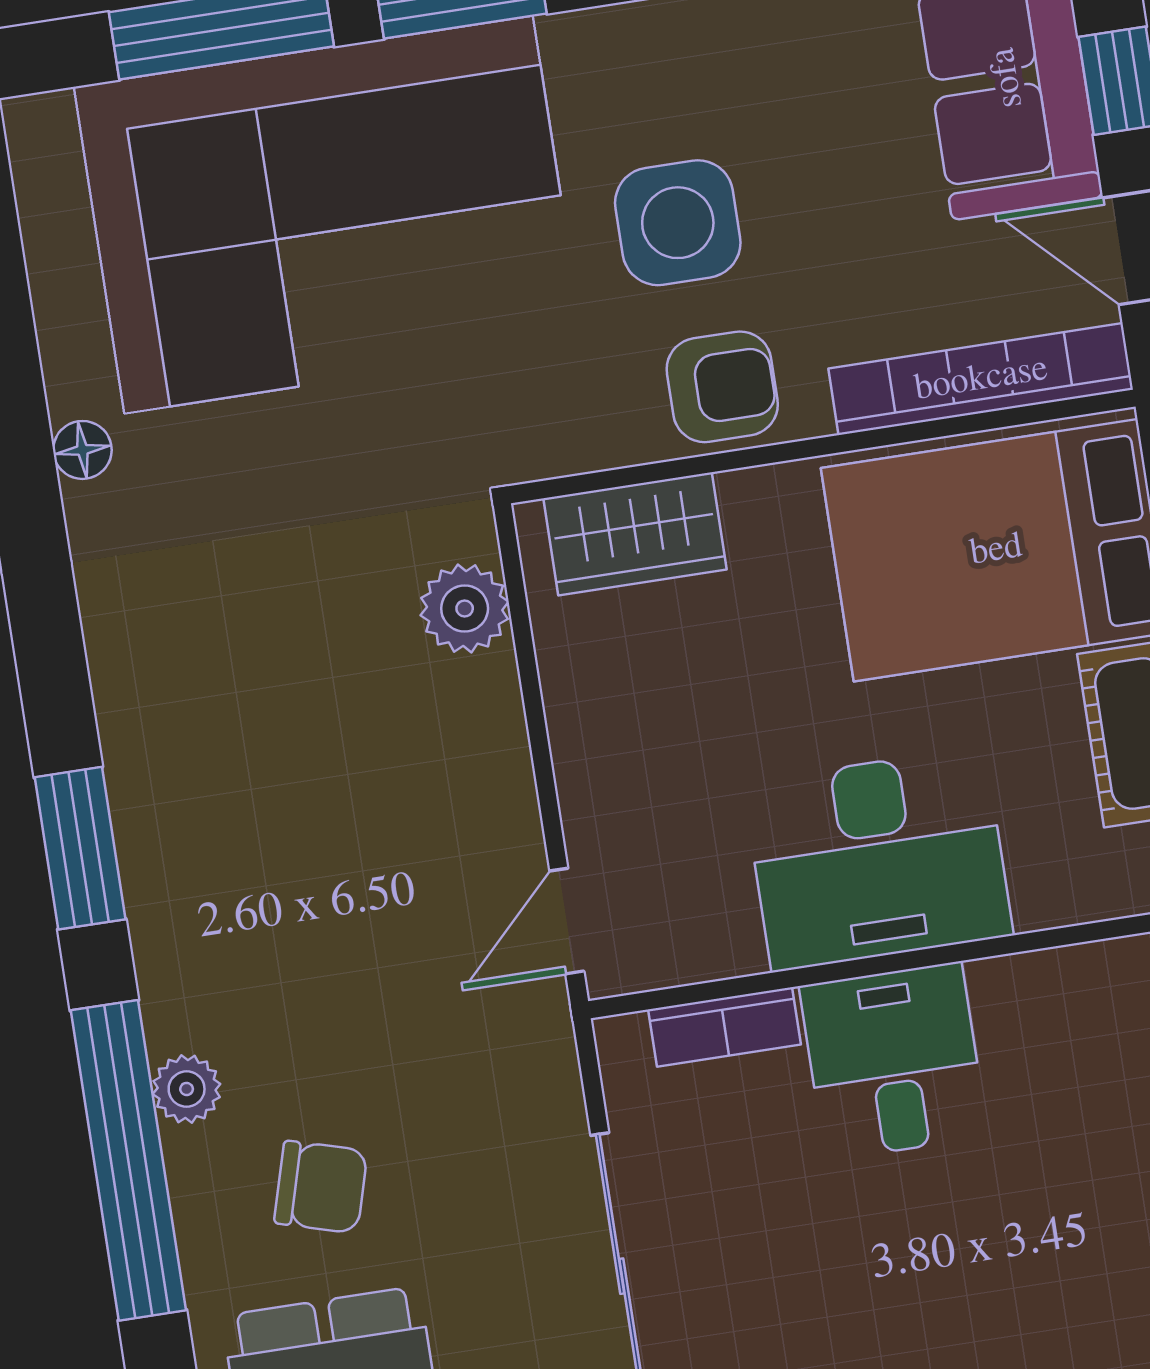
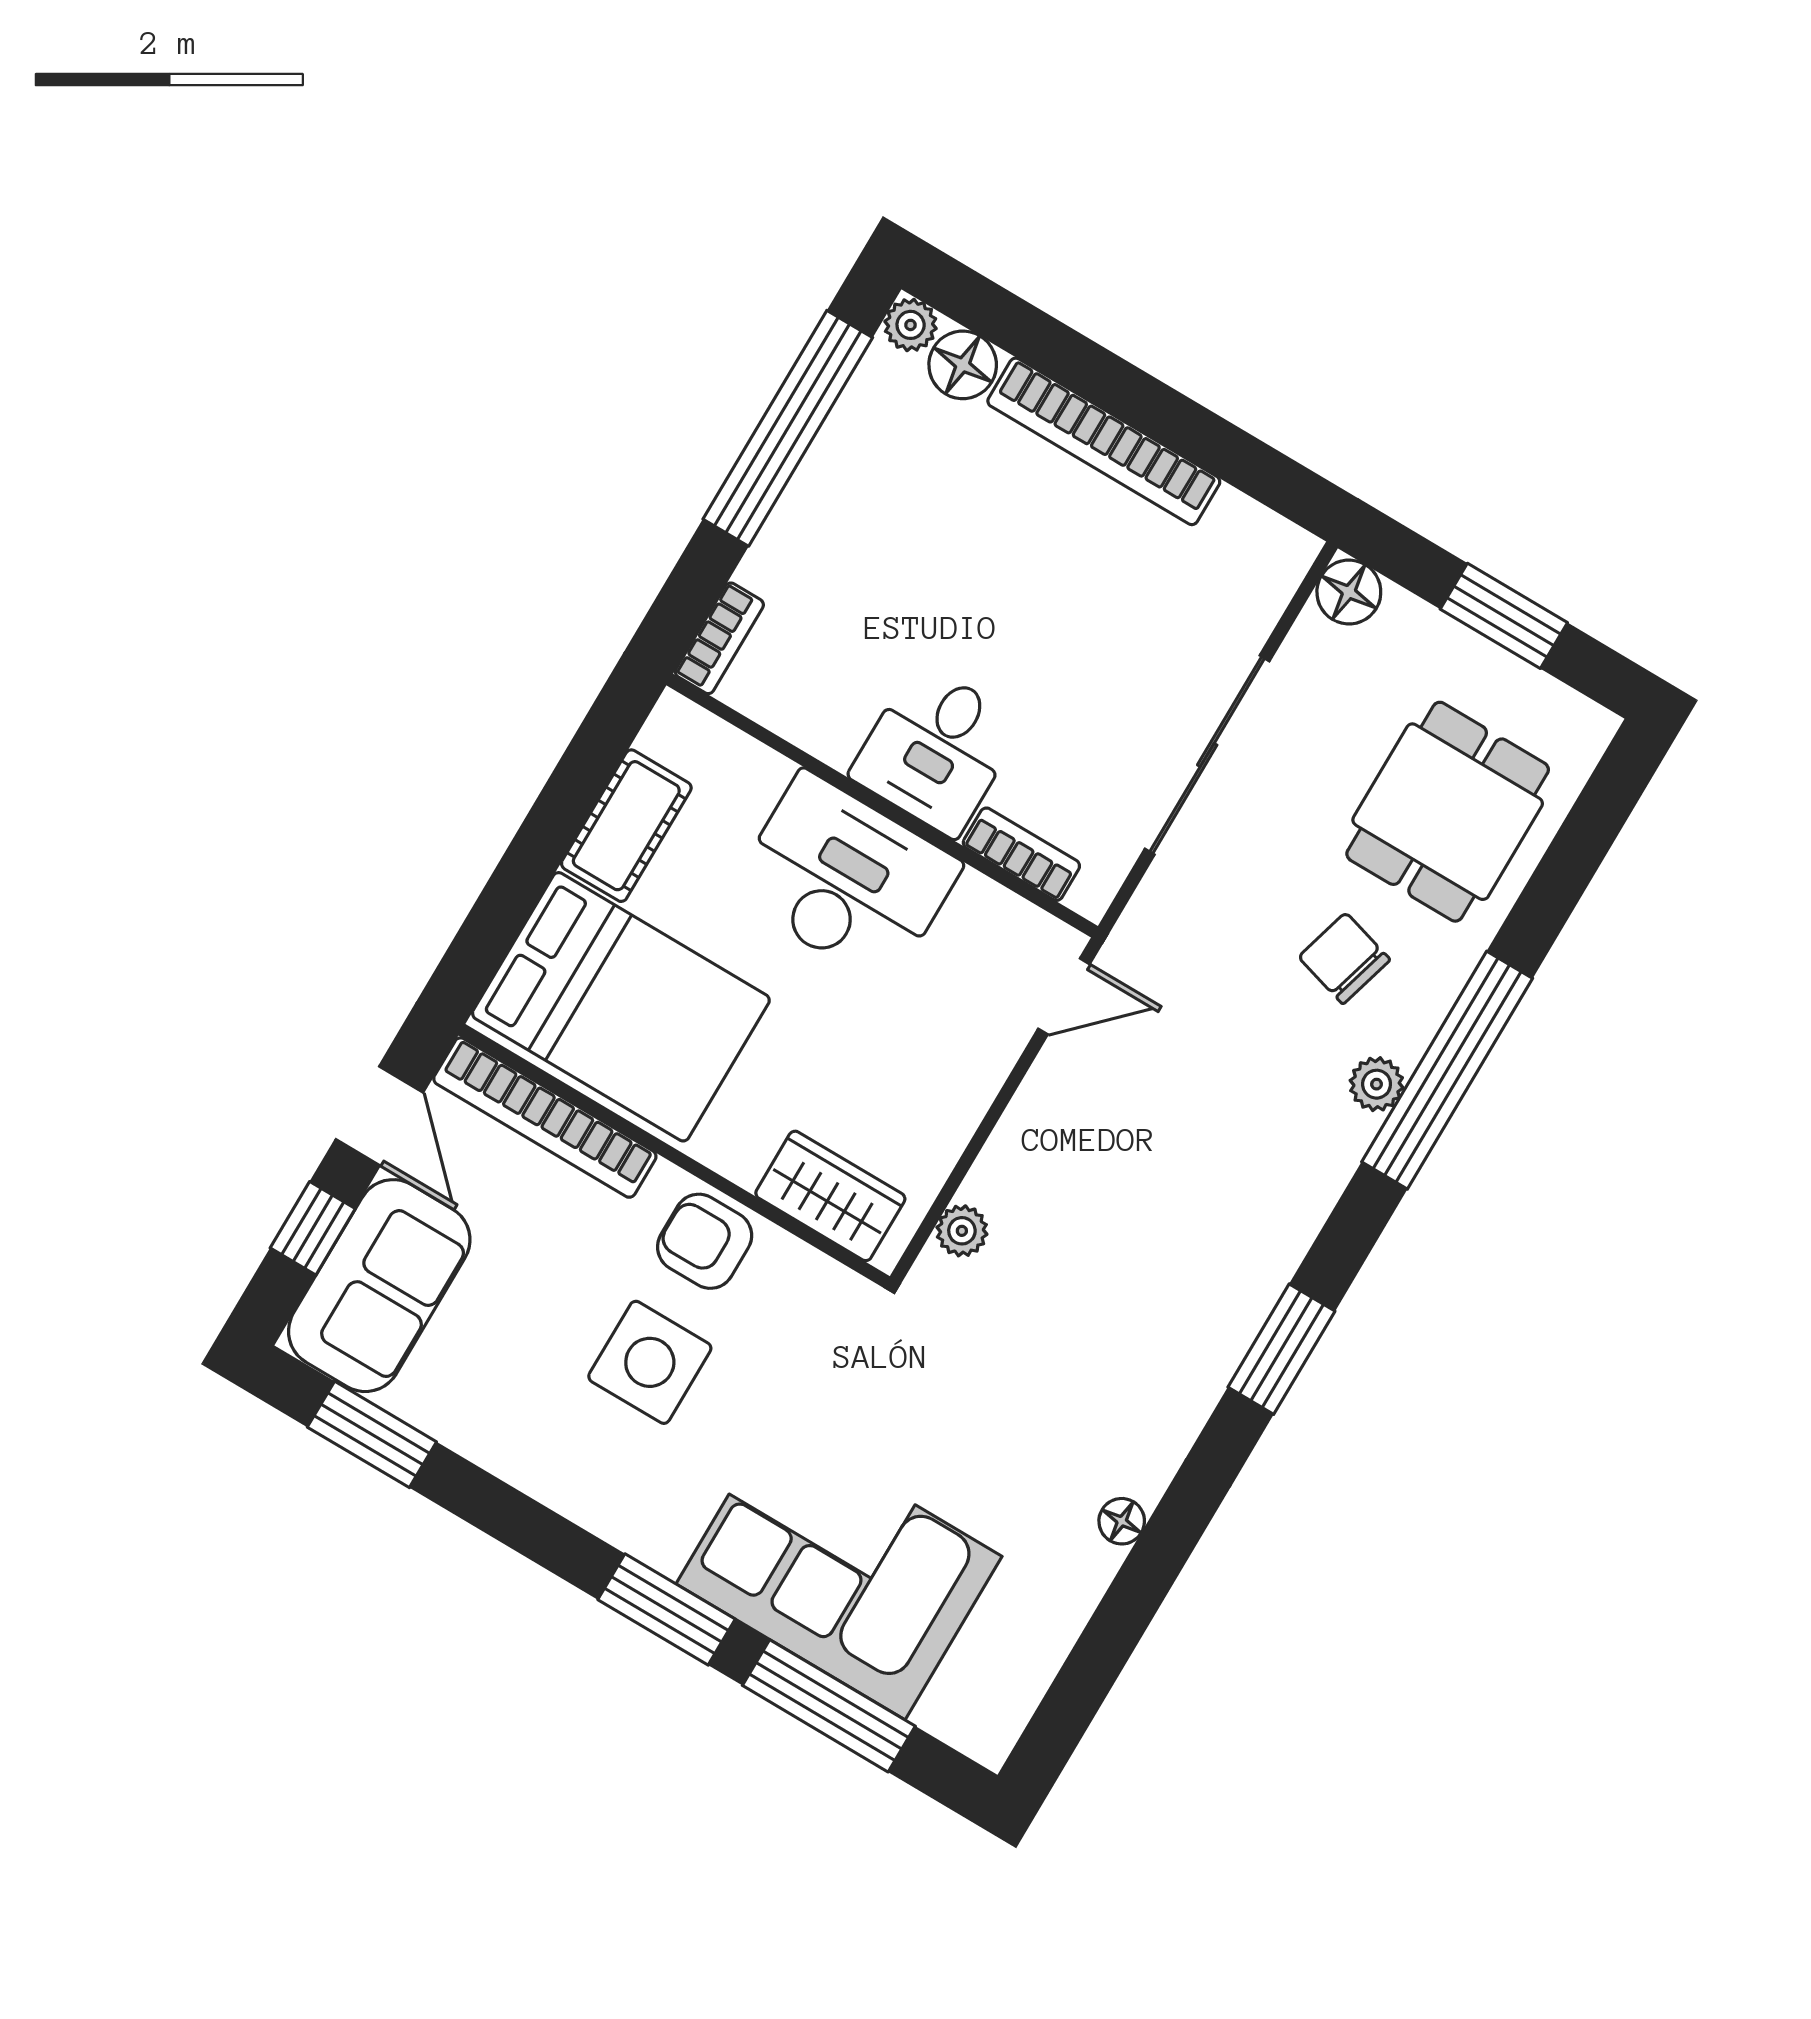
corner sofa: (329, 215) -> (839, 1570), width x0.73, depth x0.74
plant: (465, 608) -> (962, 1231), width x0.73, depth x0.73
window: (80, 848) -> (1281, 1349), moved

